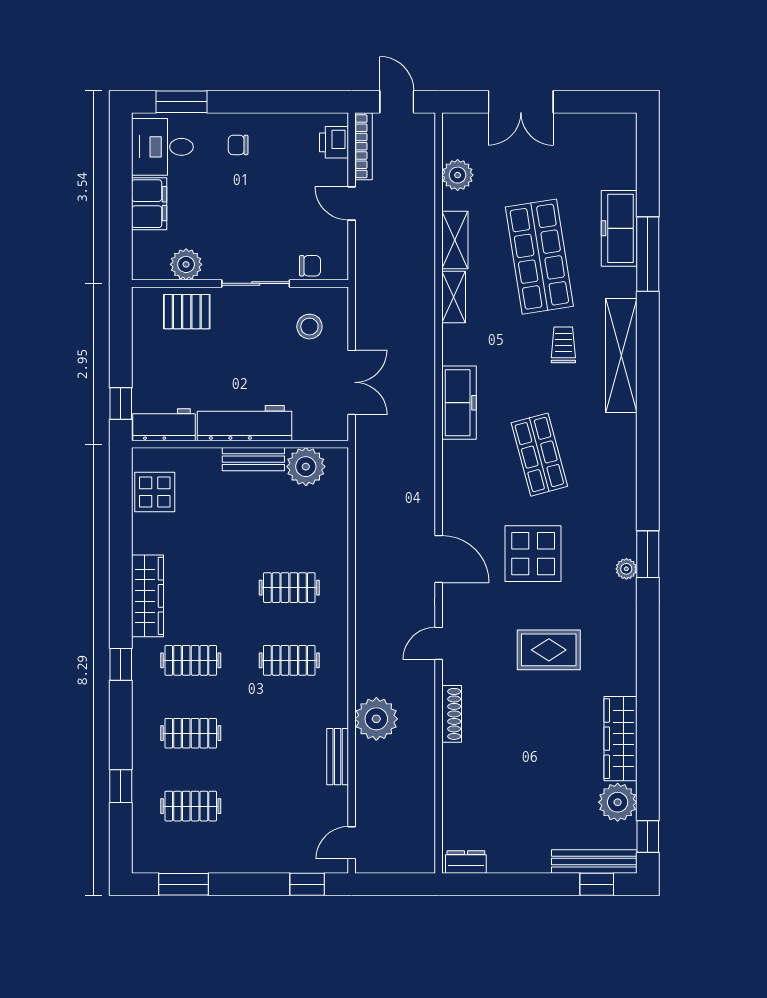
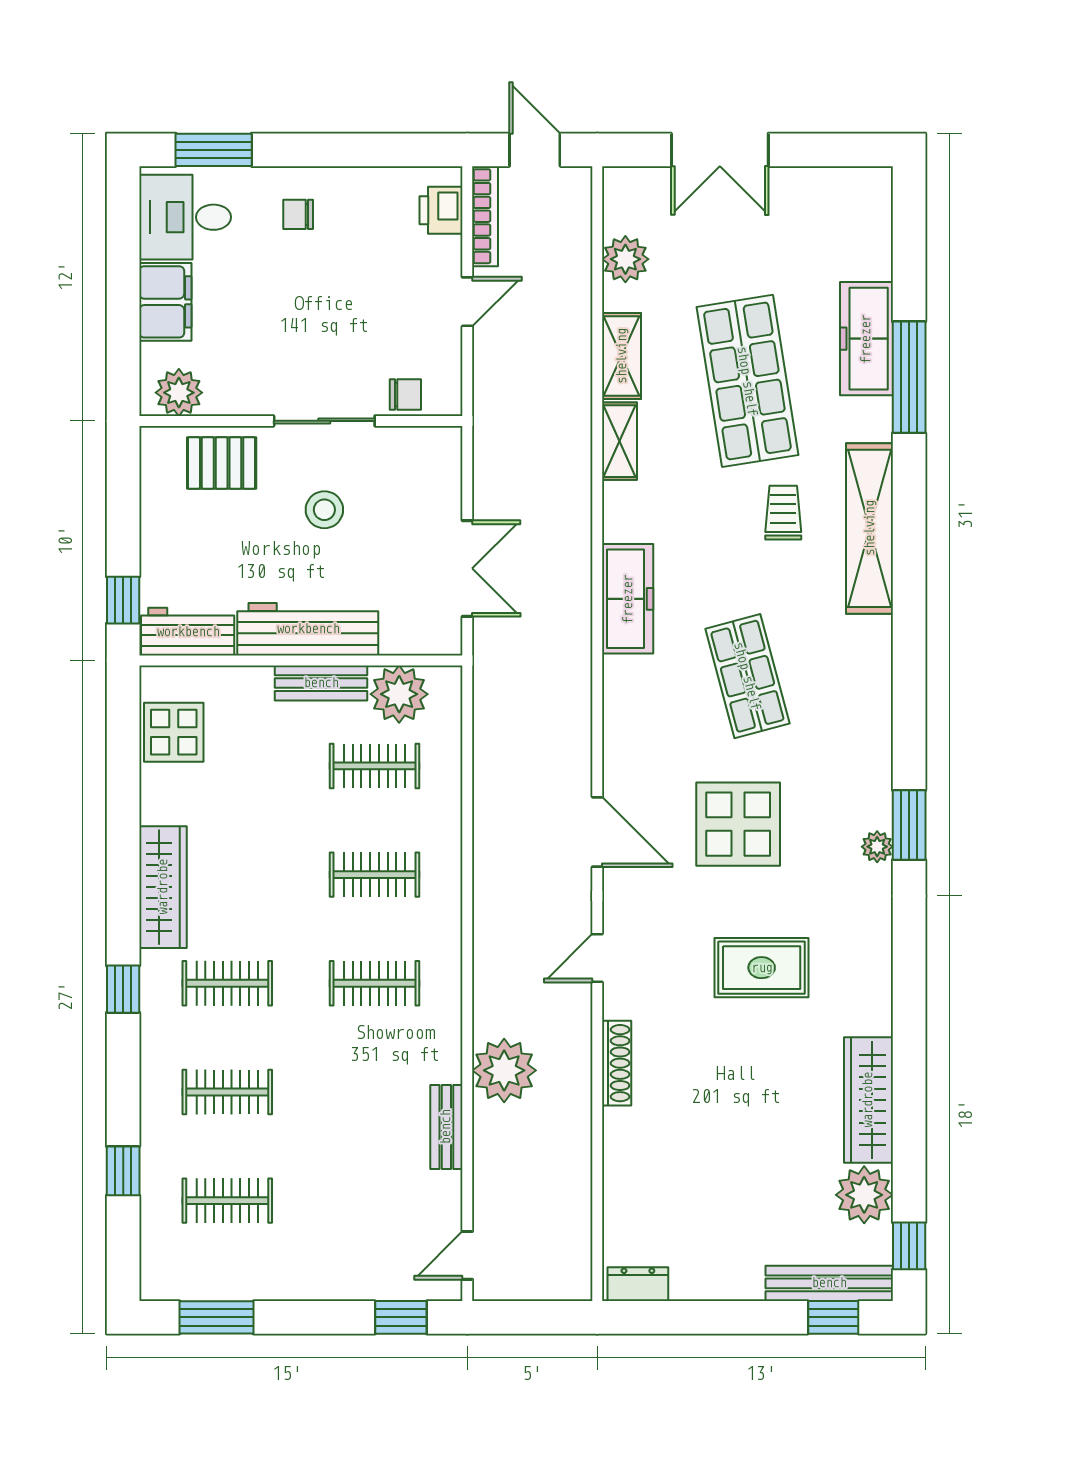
door: (352, 204) -> (467, 302), swing flipped
plant: (186, 264) -> (179, 393), moved
stool: (309, 327) -> (324, 510), moved
clothes rail: (289, 515) -> (374, 766), added

